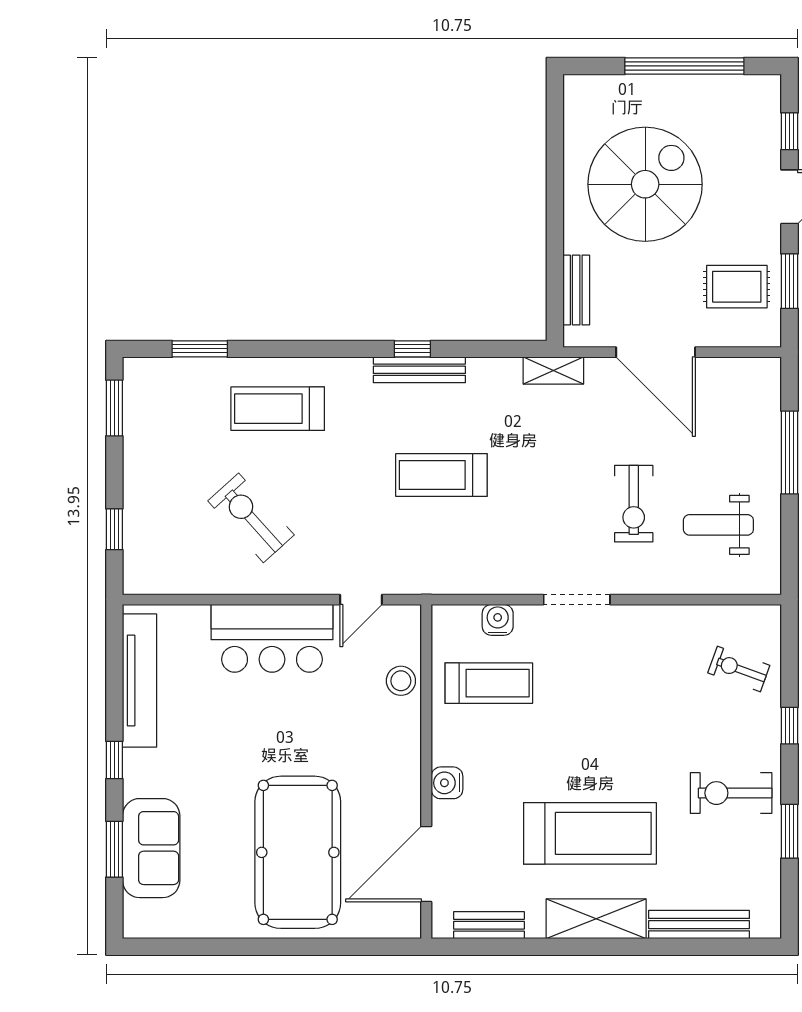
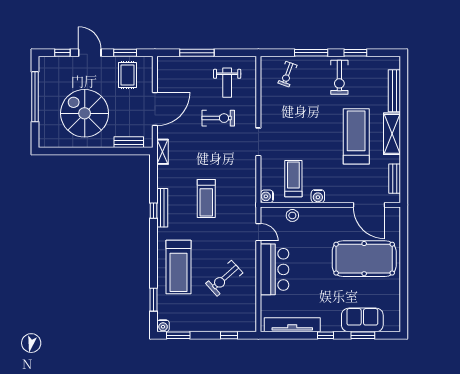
water cooler: (137, 372) -> (163, 326), added
treadmill: (278, 409) -> (179, 267), width x1.37, depth x1.38
water cooler: (498, 620) -> (267, 196), moved
window: (789, 726) -> (311, 53), width x2.17
water cooler: (447, 783) -> (318, 196), moved

